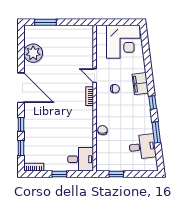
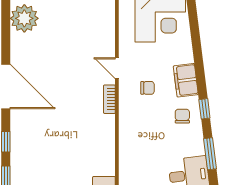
plant: (33, 53) -> (24, 18), moved
chair: (102, 130) -> (182, 116), moved

